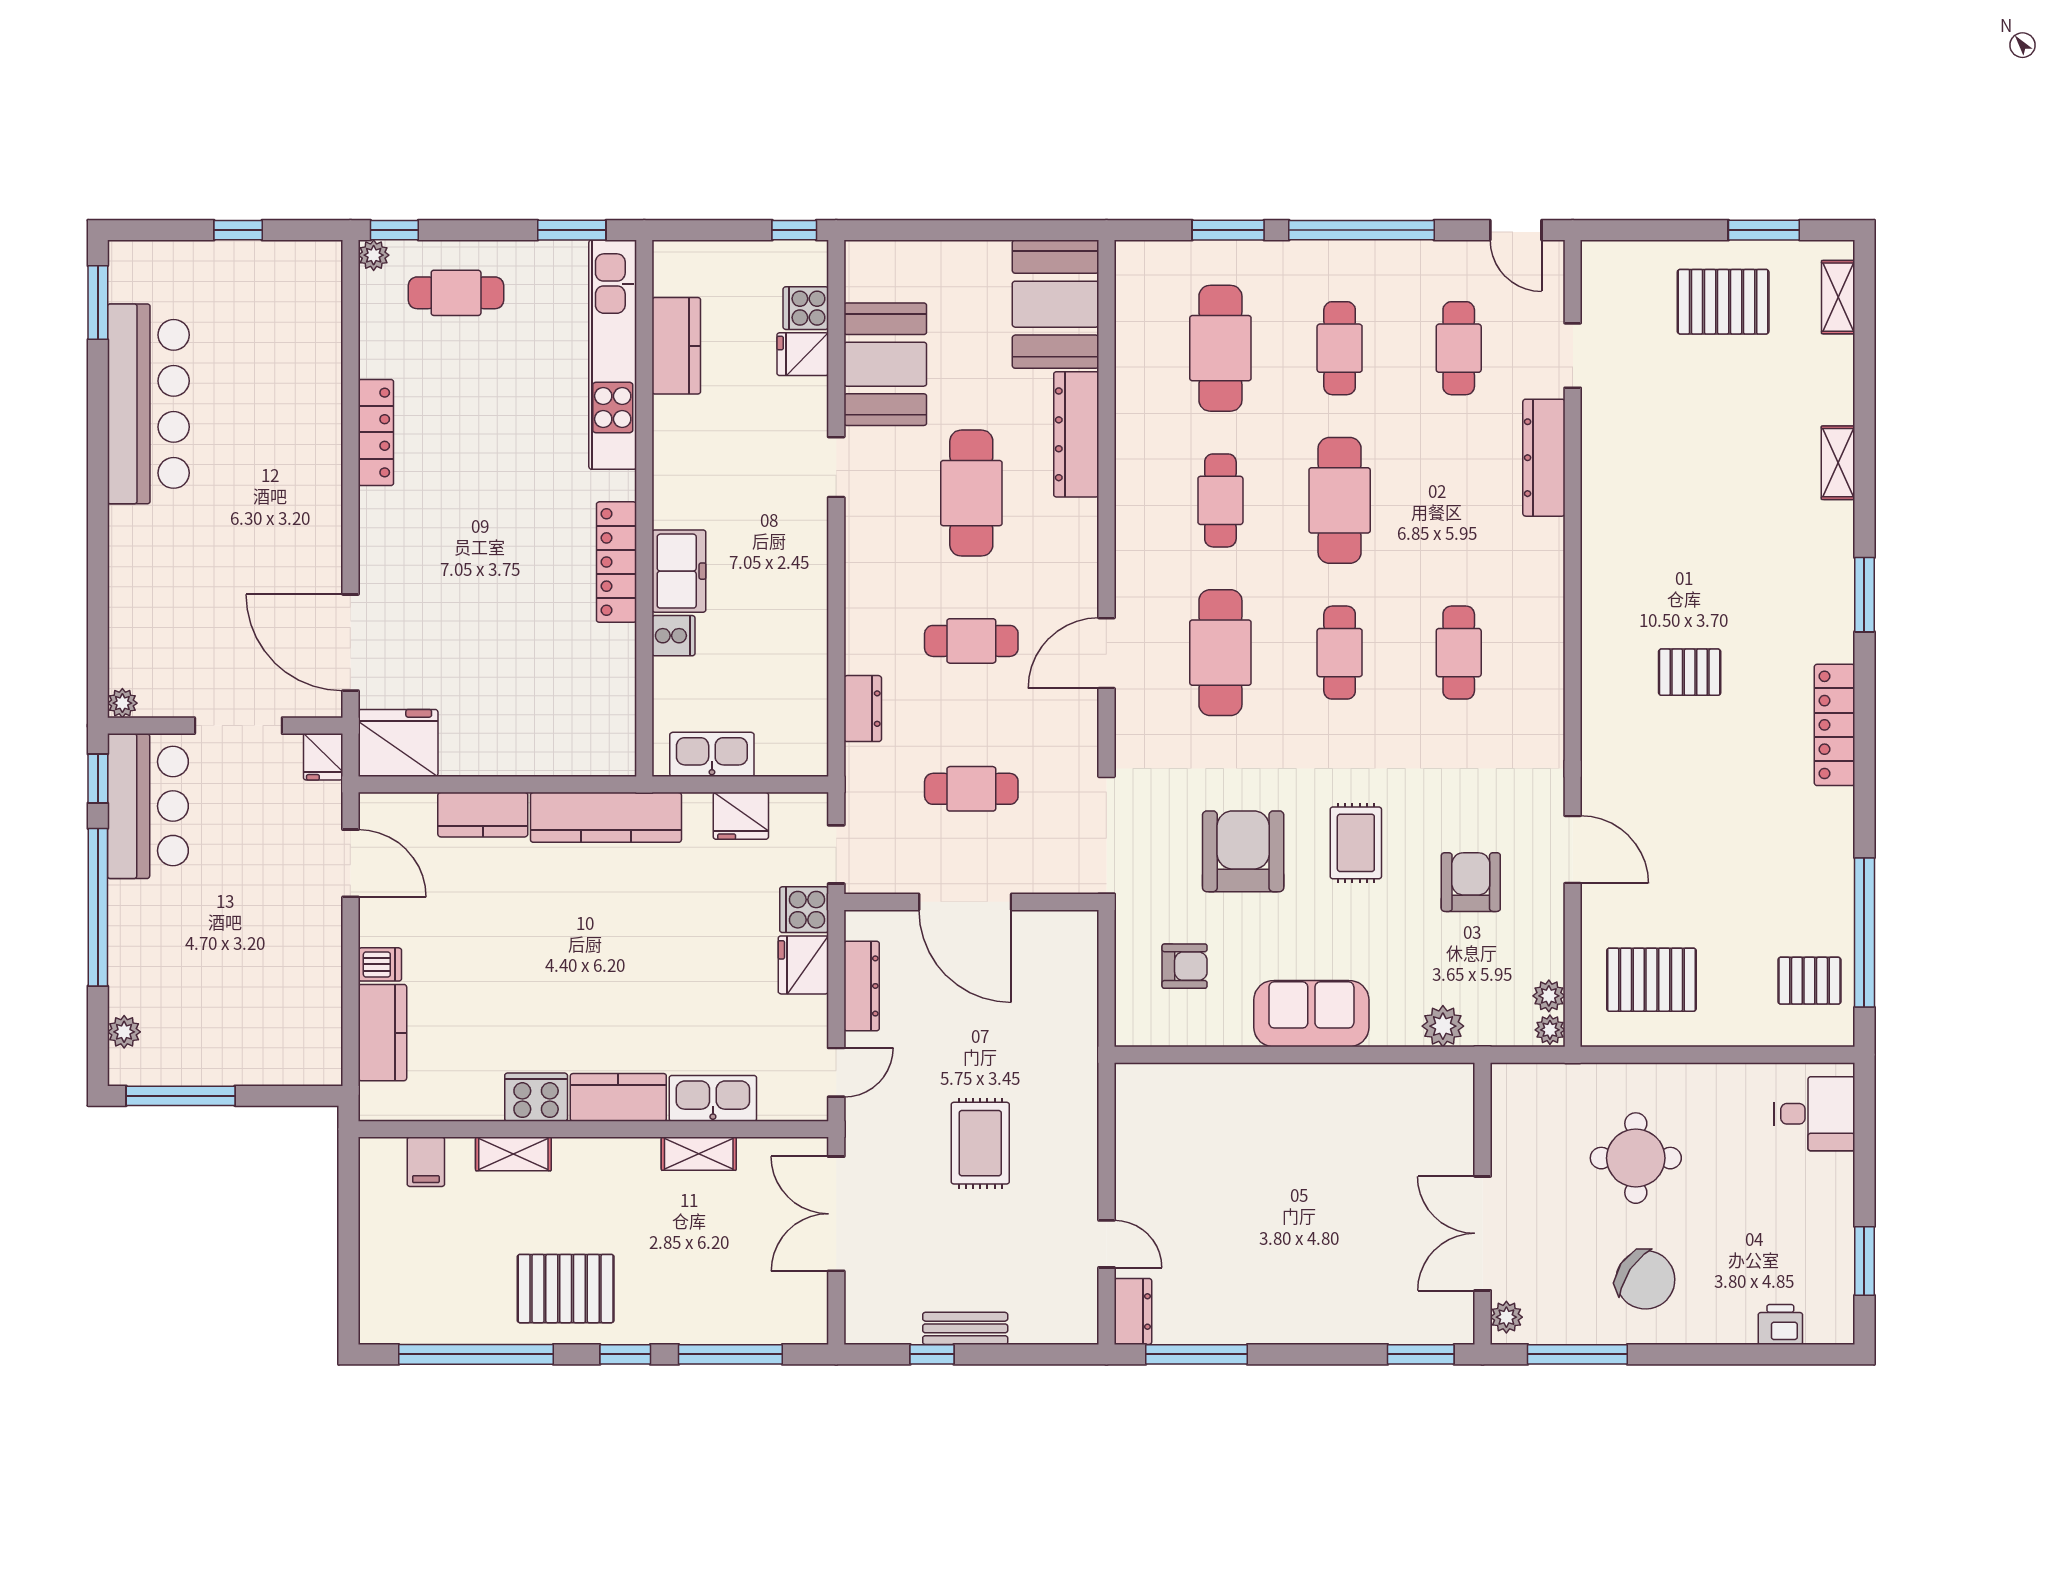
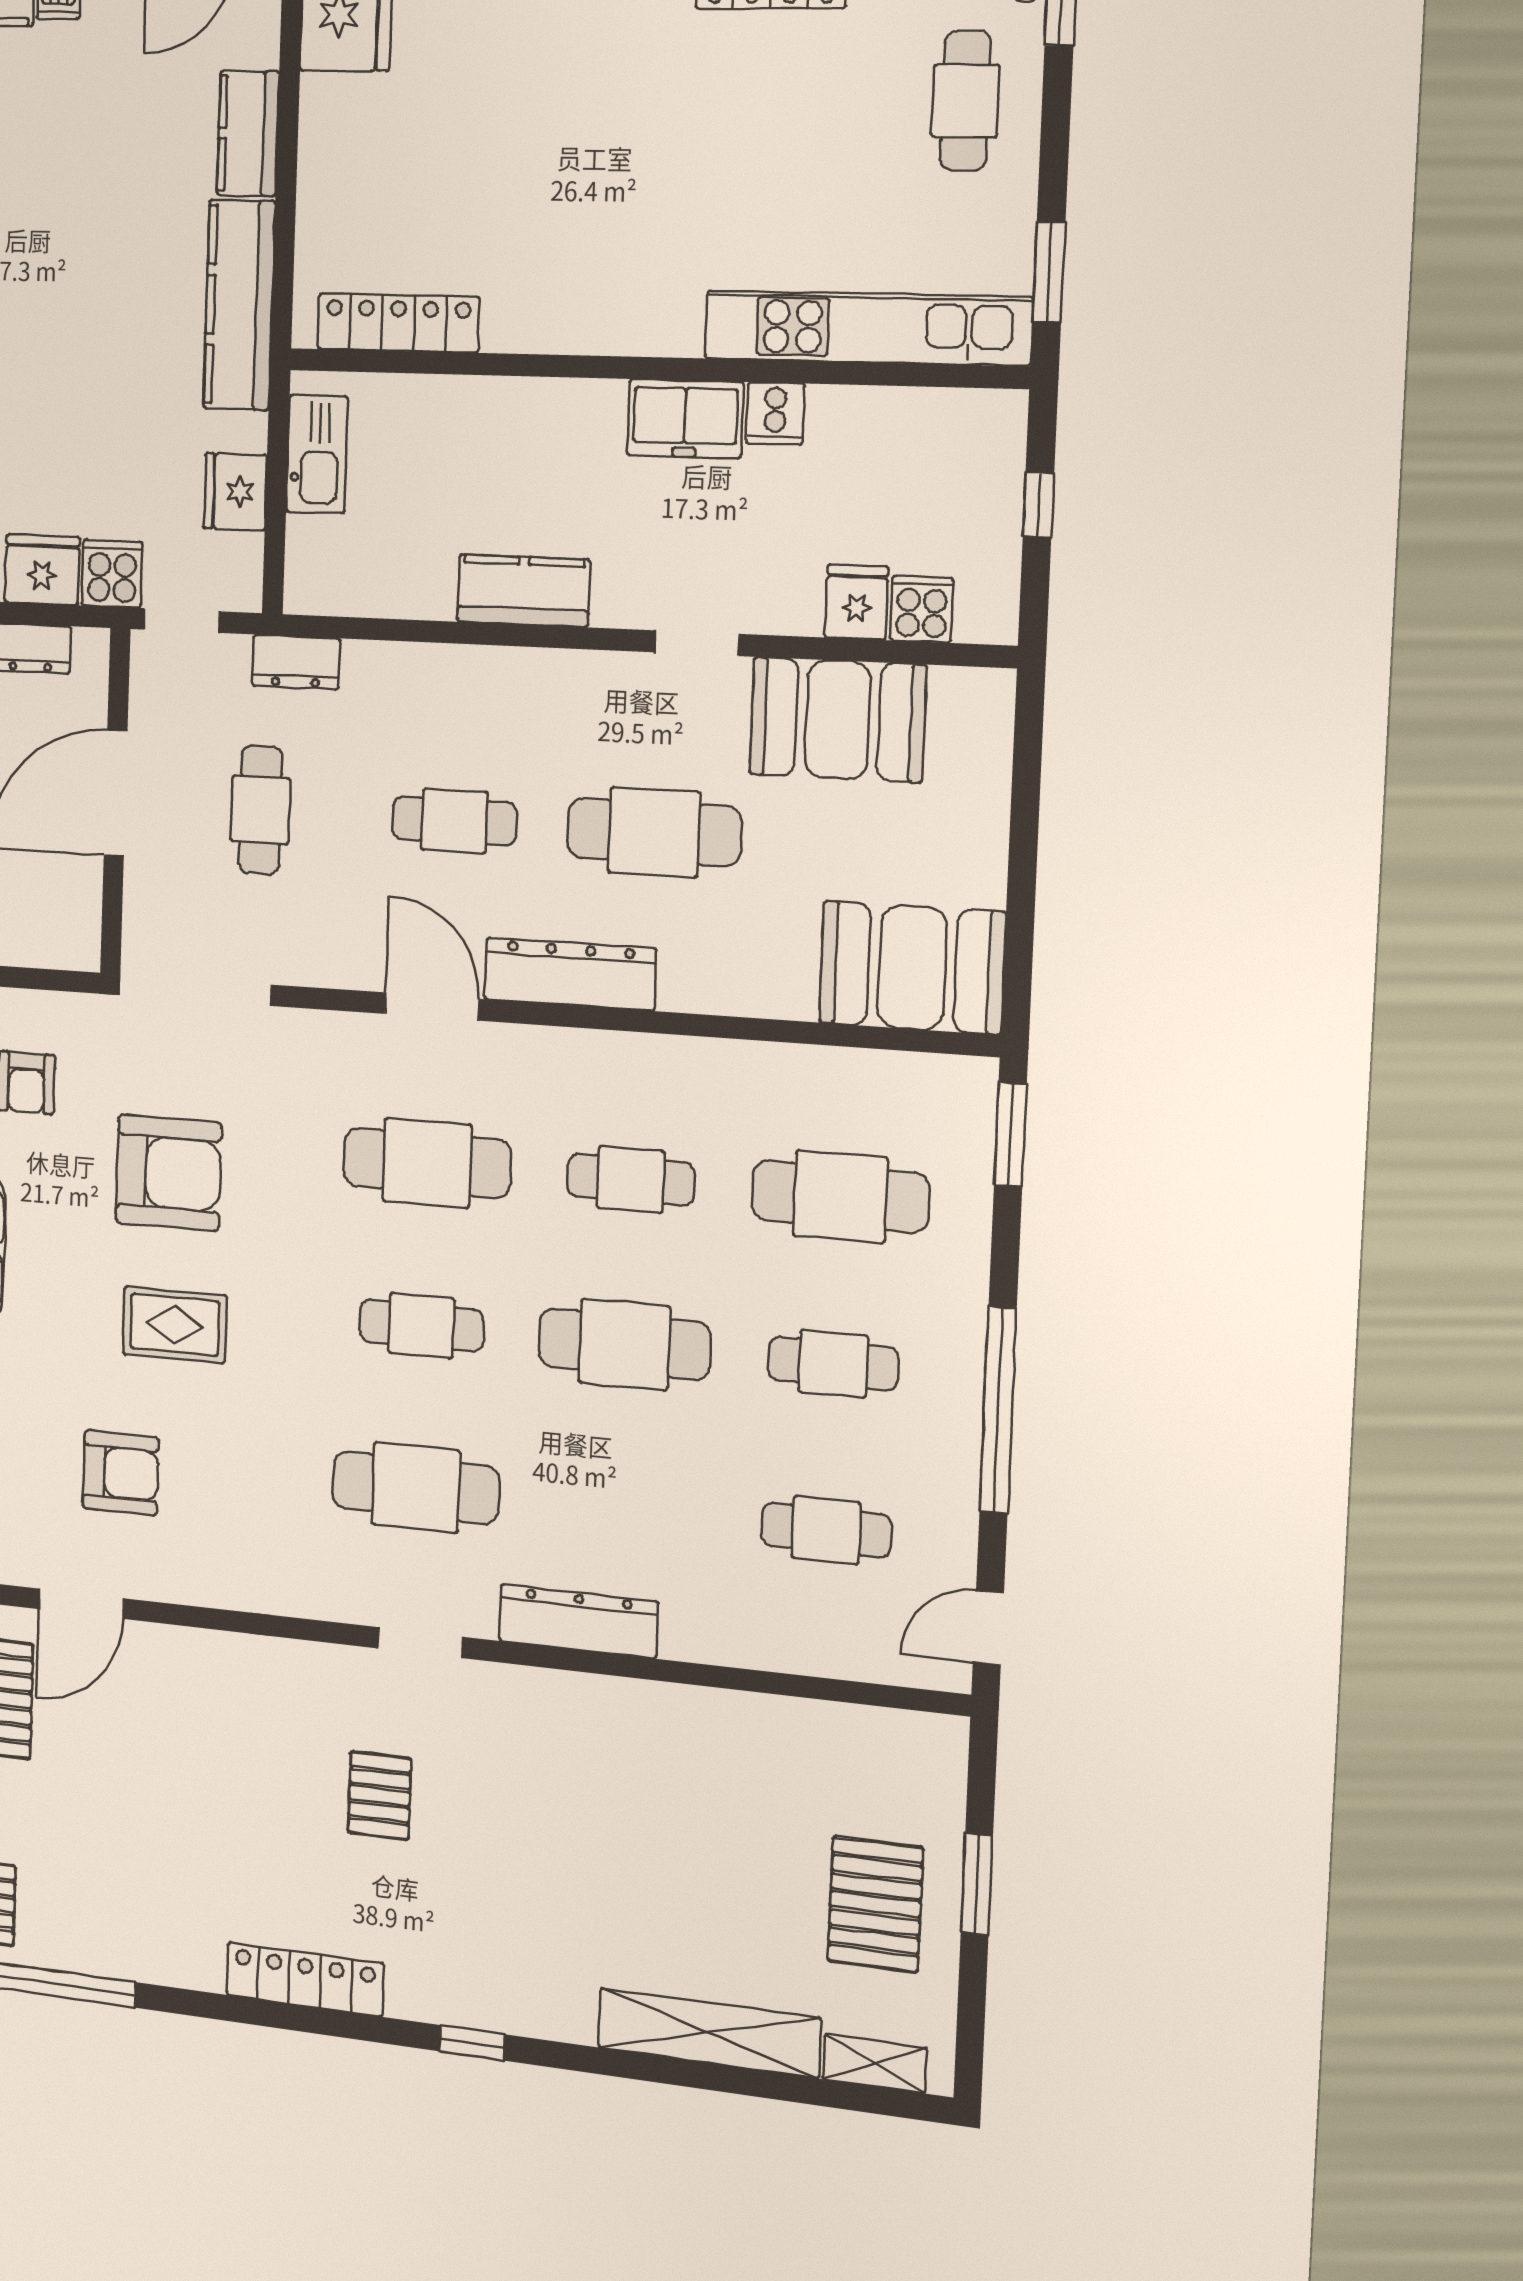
window: (794, 230) -> (1038, 505), moved
window: (1228, 230) -> (1010, 1135), moved
window: (1764, 230) -> (977, 1884), moved
kitchen counter: (676, 346) -> (523, 591), moved, turned 180
doorway: (1573, 356) -> (420, 1643), moved
dresser: (1076, 434) -> (570, 974), moved
dresser: (1544, 458) -> (578, 1621), moved
shelving: (1838, 463) -> (709, 2033), width x2.20, depth x1.33
locker: (616, 562) -> (398, 323), moved
freezer: (679, 571) -> (685, 419), moved
window: (1864, 595) -> (472, 2043), width x0.67
cooker: (673, 636) -> (775, 413), moved
cafe table: (971, 641) -> (454, 821), turned 90
cafe table: (1459, 653) -> (416, 1488), width x1.37, depth x1.35
dresser: (863, 709) -> (296, 662), moved
door: (1573, 850) -> (81, 1604), moved

